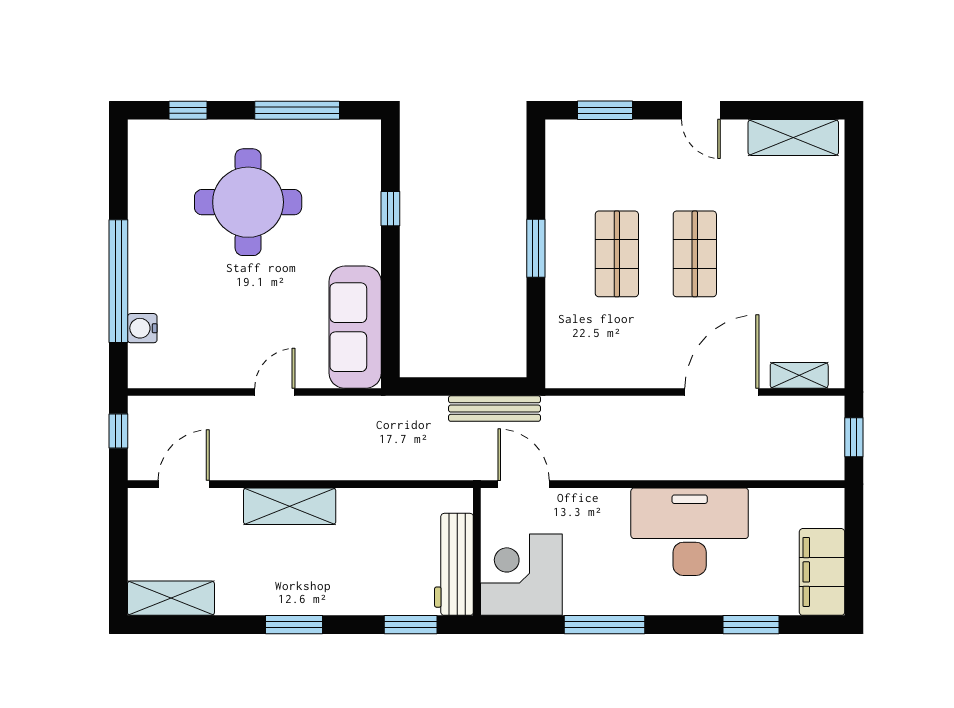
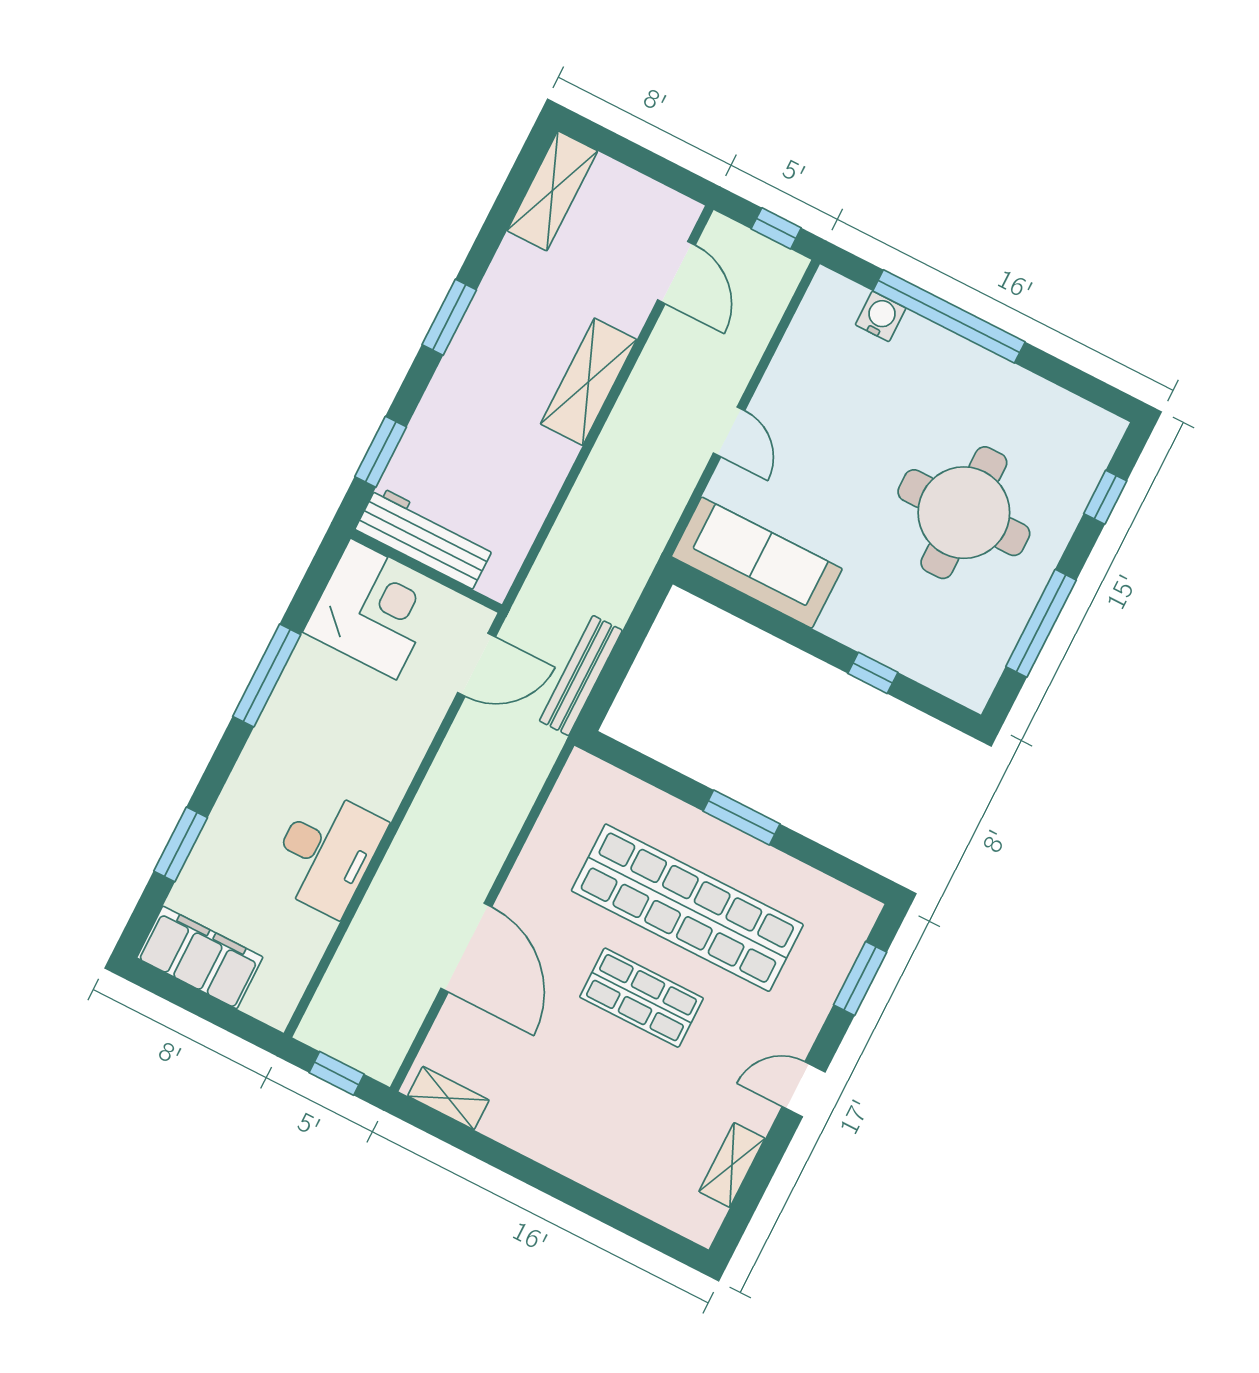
shelving: (793, 138) -> (732, 1165), width x0.67, depth x0.75
shop shelf: (617, 254) -> (687, 908), width x2.00, depth x1.36
shelving: (799, 375) -> (448, 1098), moved, turned 90
desk: (690, 532) -> (327, 852), width x0.73, depth x0.77

